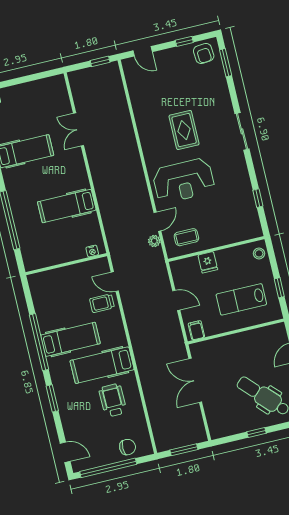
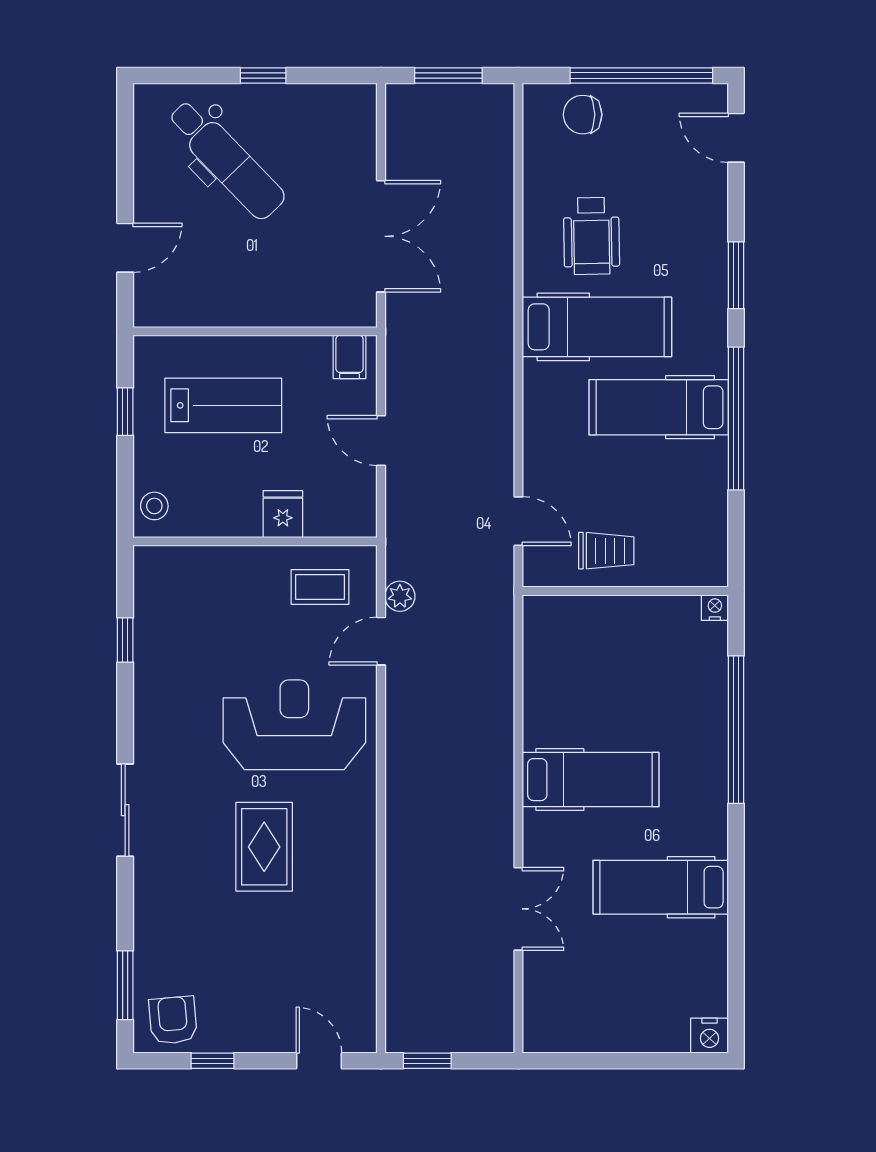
hospital bed: (67, 206) -> (591, 780), moved
nightstand: (92, 251) -> (715, 608), moved
trolley: (102, 303) -> (606, 551), moved

